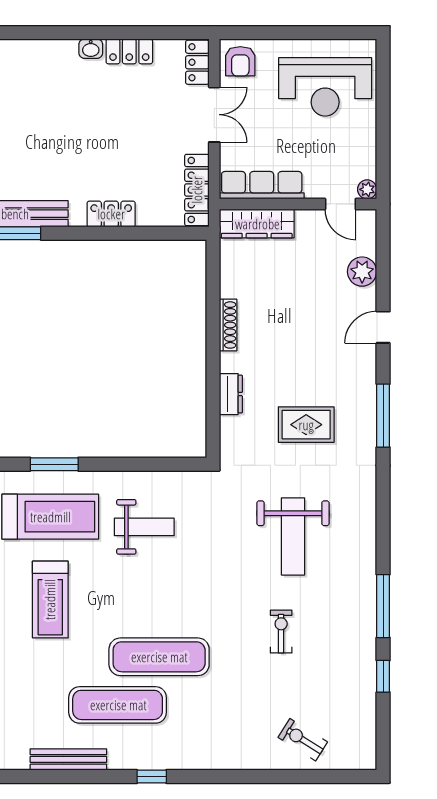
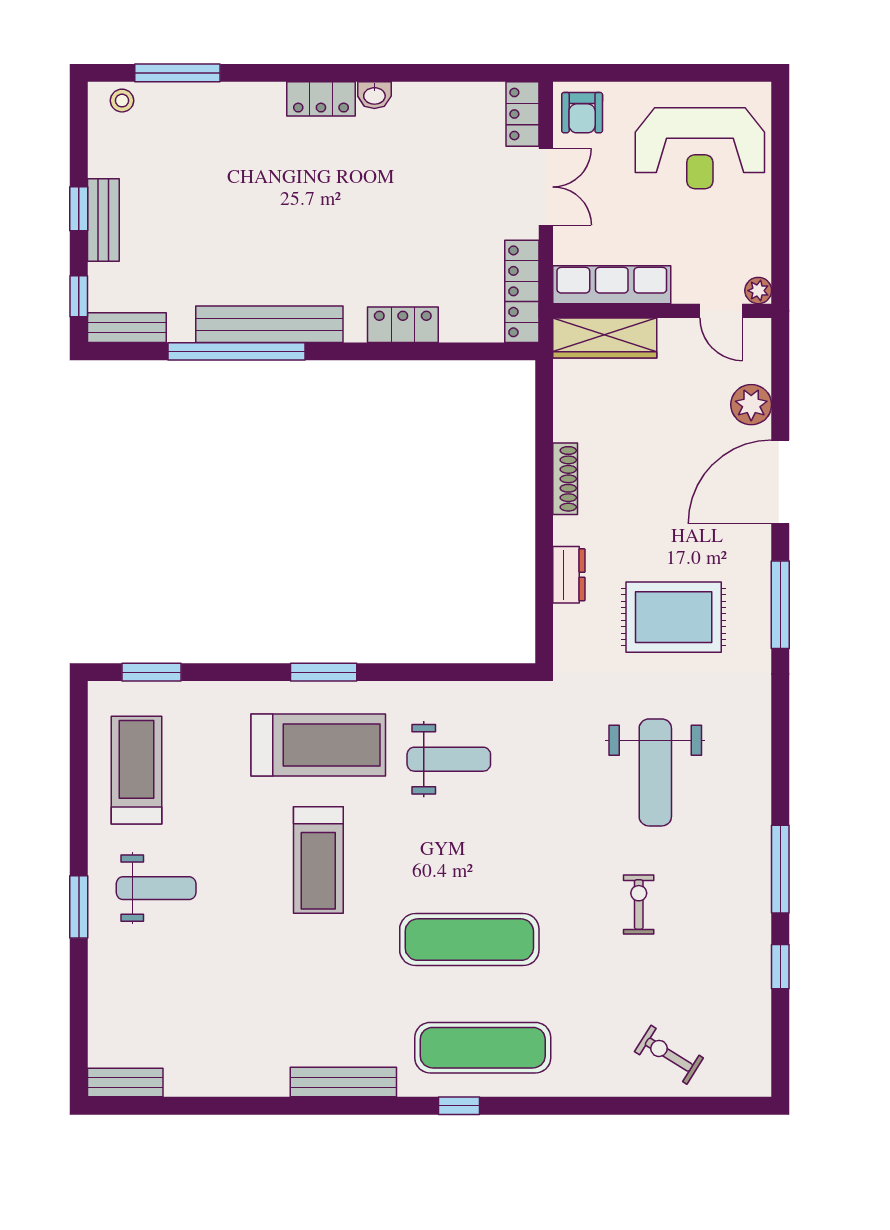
locker: (129, 51) -> (321, 99), moved
door: (383, 327) -> (780, 482), width x1.88
rug: (306, 425) -> (674, 617), width x1.36, depth x1.43
exercise mat: (118, 705) -> (483, 1048), moved

